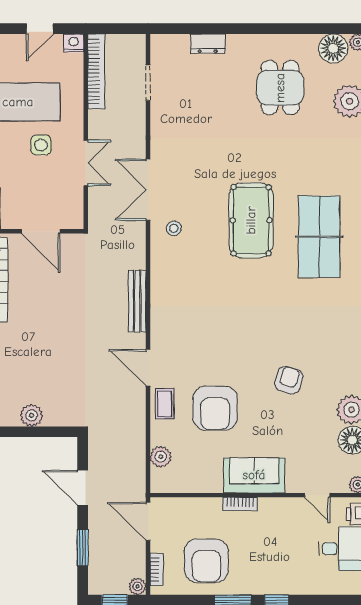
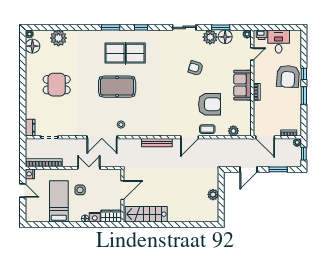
dresser: (208, 44) -> (30, 128), moved
dining table: (280, 88) -> (57, 85), moved
door: (148, 521) -> (265, 137), hinge flipped
armchair: (206, 561) -> (288, 76), moved, turned 94

